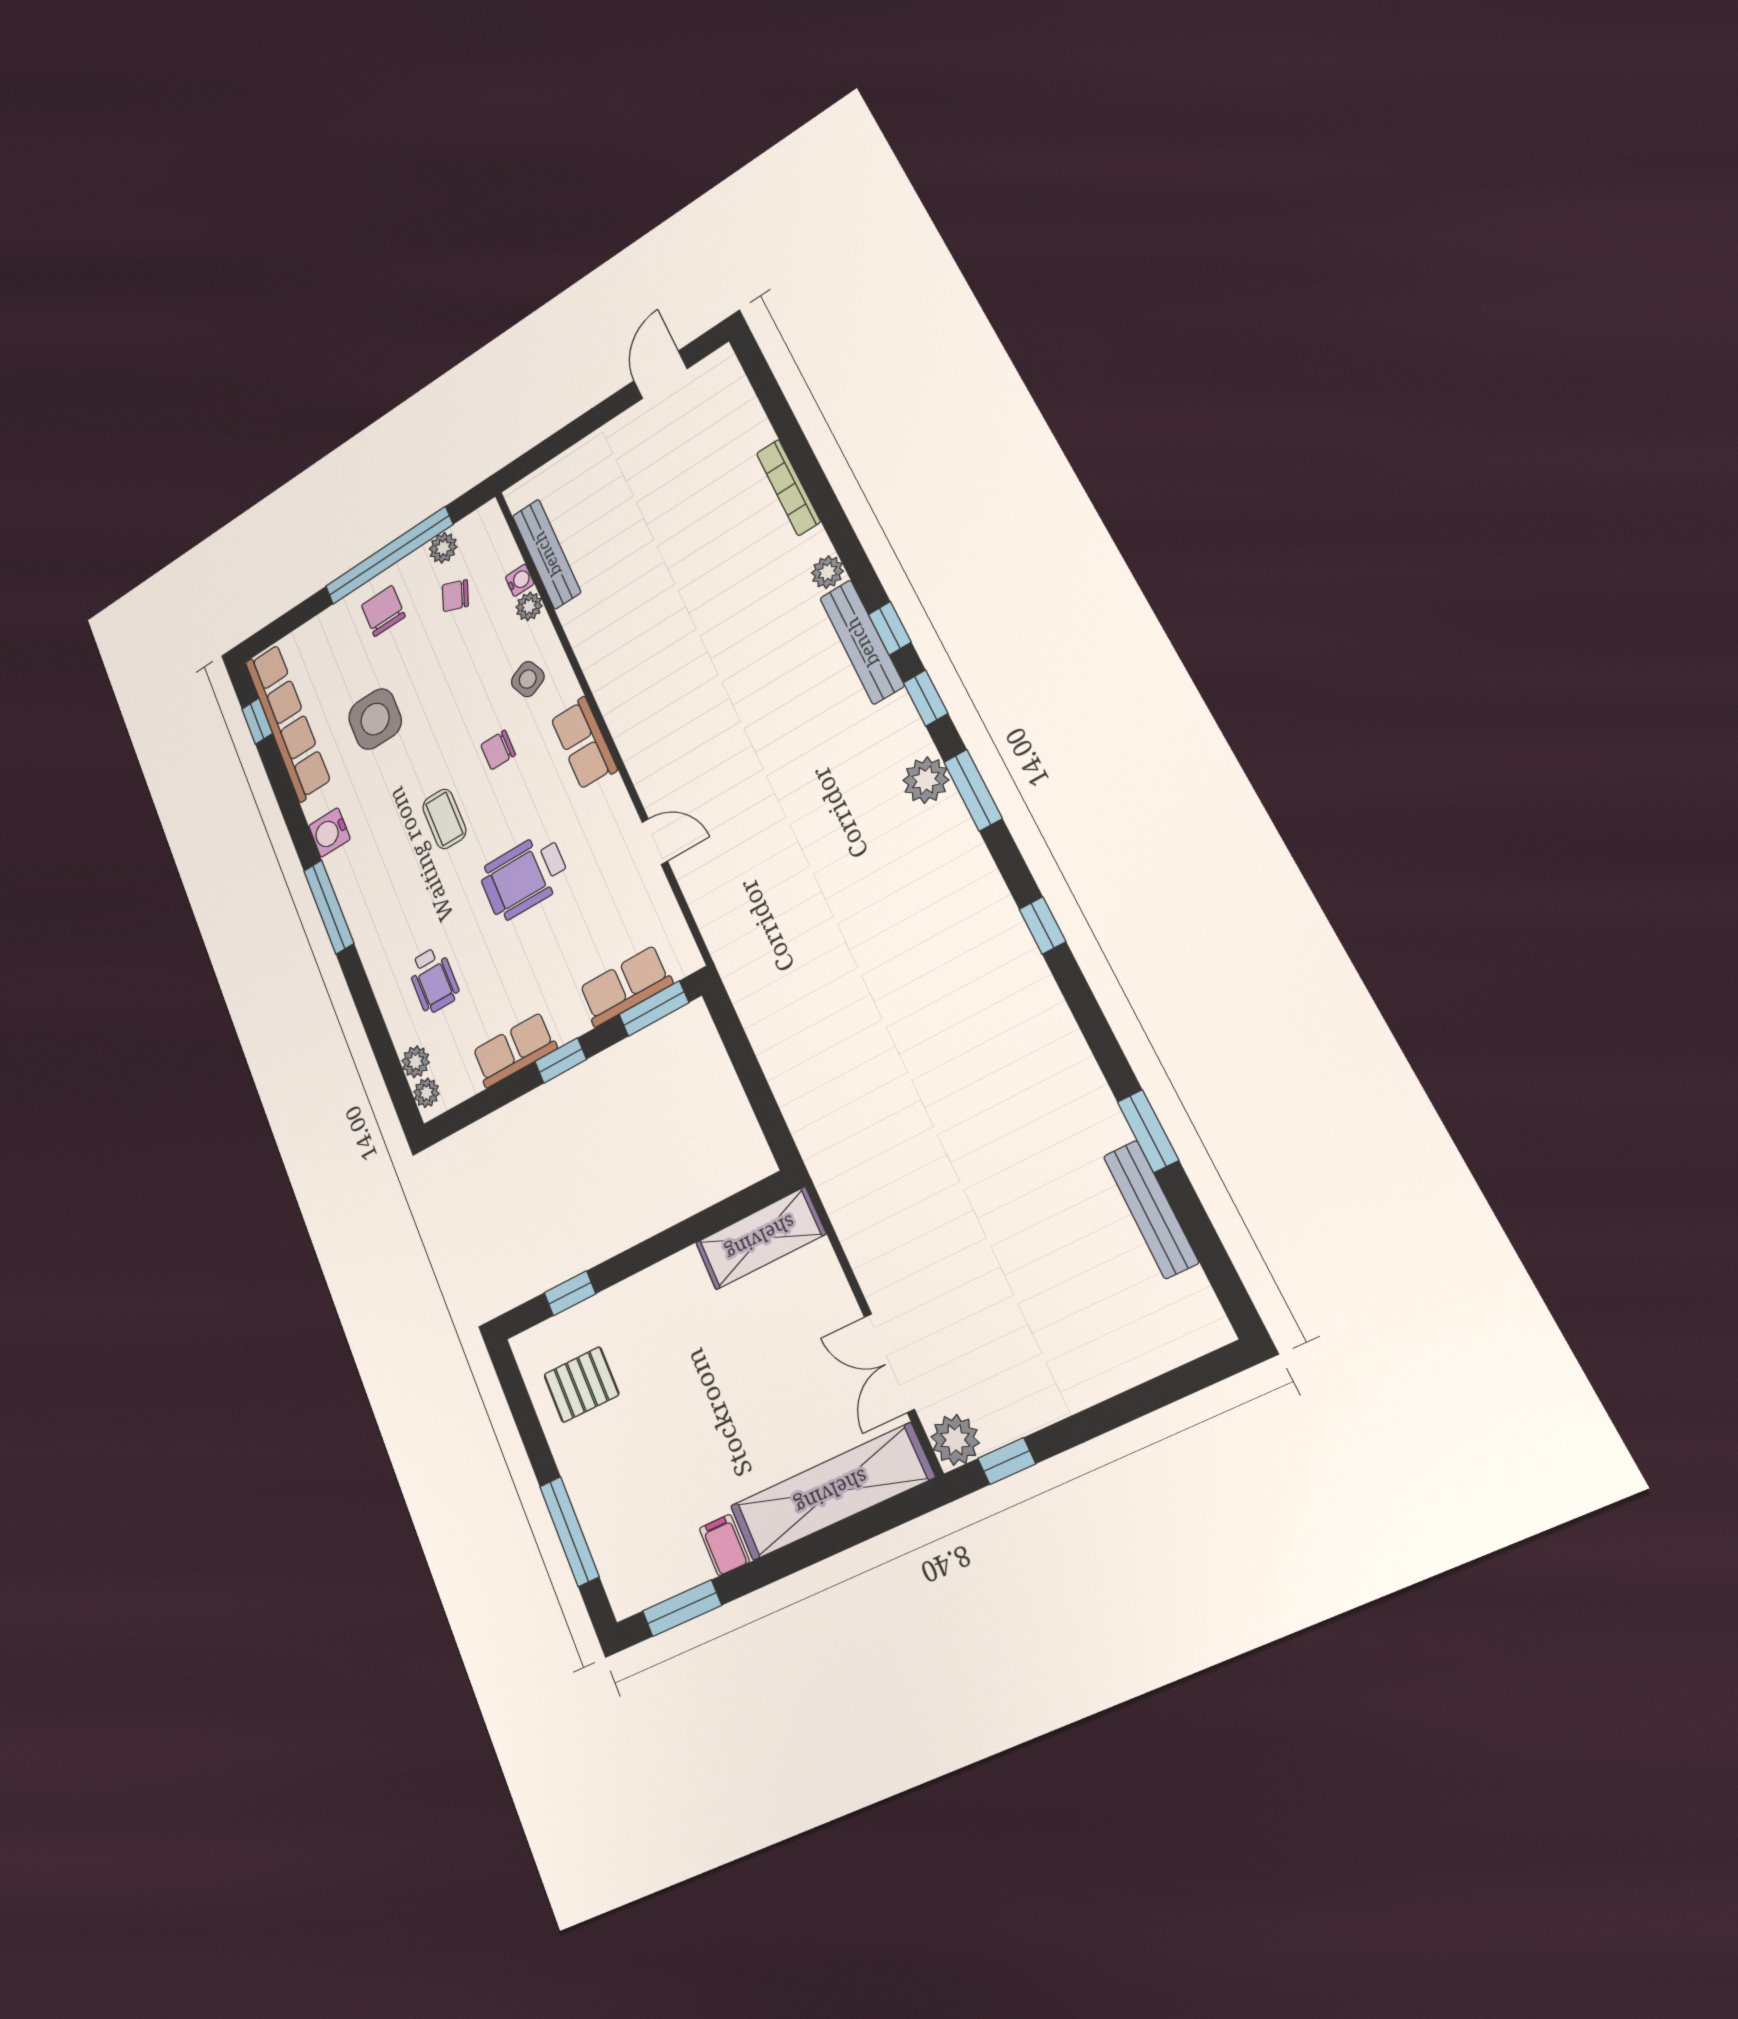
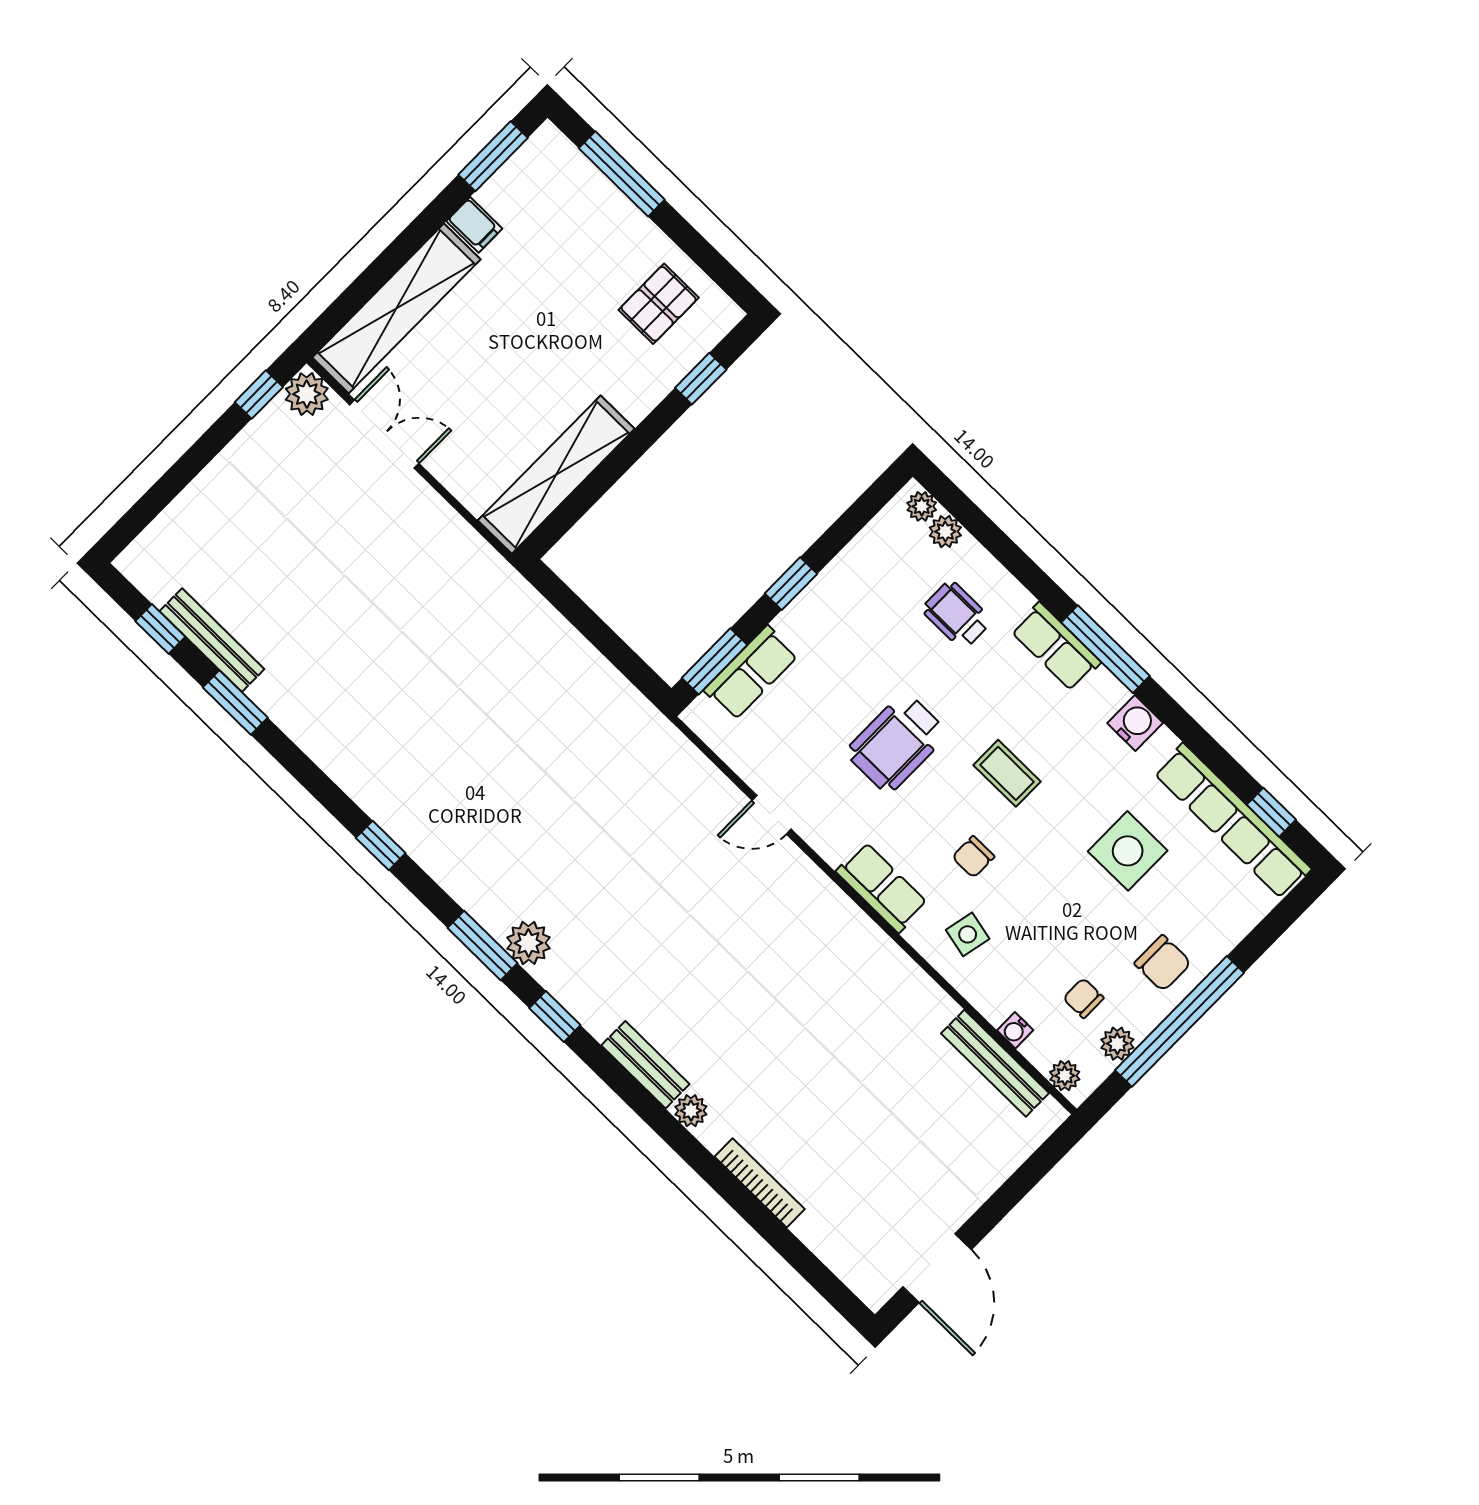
door: (660, 375) -> (937, 1268), width x1.38
chair: (455, 596) -> (1083, 998), turned -111
plant: (529, 606) -> (1065, 1076), moved
window: (890, 628) -> (160, 629), moved
bench: (862, 642) -> (645, 1065), width x0.73
side table: (528, 679) -> (968, 934), turned 36
chair: (498, 750) -> (973, 857), turned 180
wheelchair: (524, 877) -> (897, 743), turned 180
row of seats: (514, 1050) -> (1056, 647), moved, turned 90
shelving: (760, 1238) -> (556, 475), width x1.47

